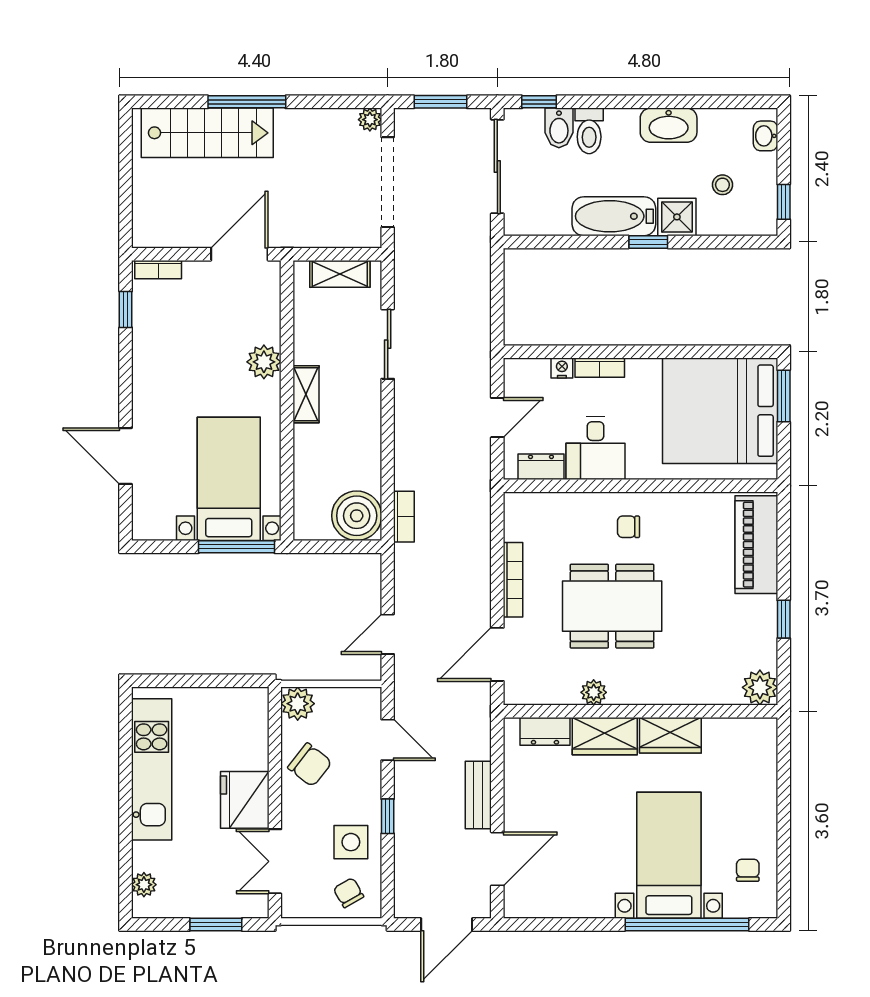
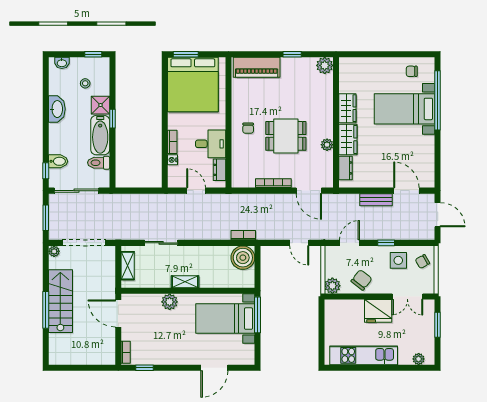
toilet: (589, 131) -> (99, 163), moved, turned 180
stairs: (207, 133) -> (60, 301), moved
dining table: (612, 606) -> (286, 136), width x0.73

